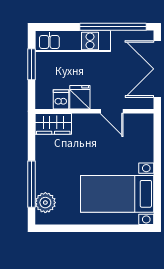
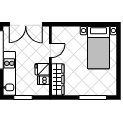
wardrobe: (53, 124) -> (58, 80), width x1.50
plant: (45, 203) -> (104, 89), removed

